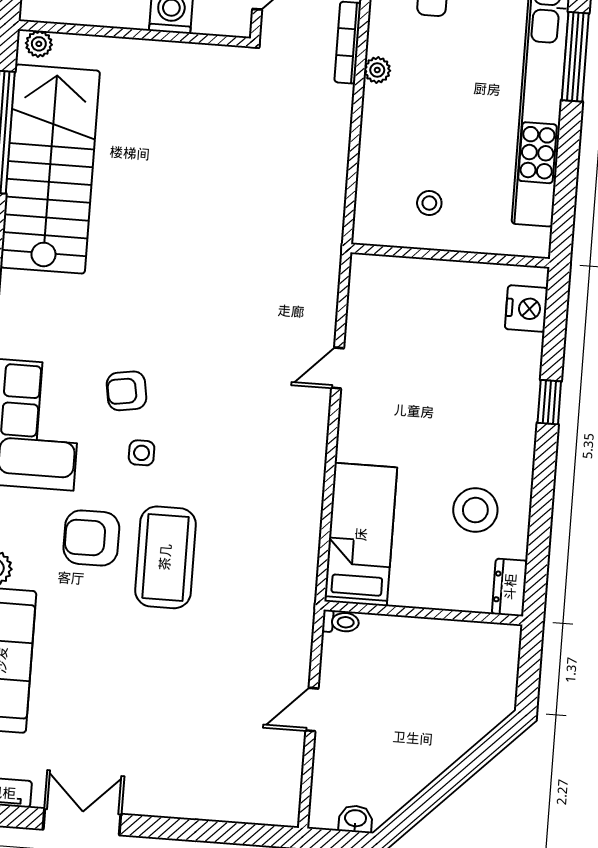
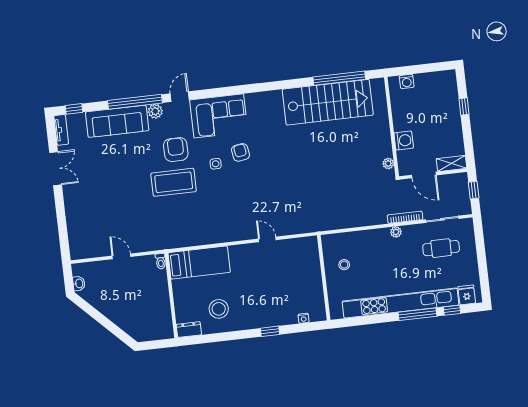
plant: (39, 44) -> (388, 164), moved
nightstand: (526, 309) -> (304, 318), width x0.53, depth x0.56

